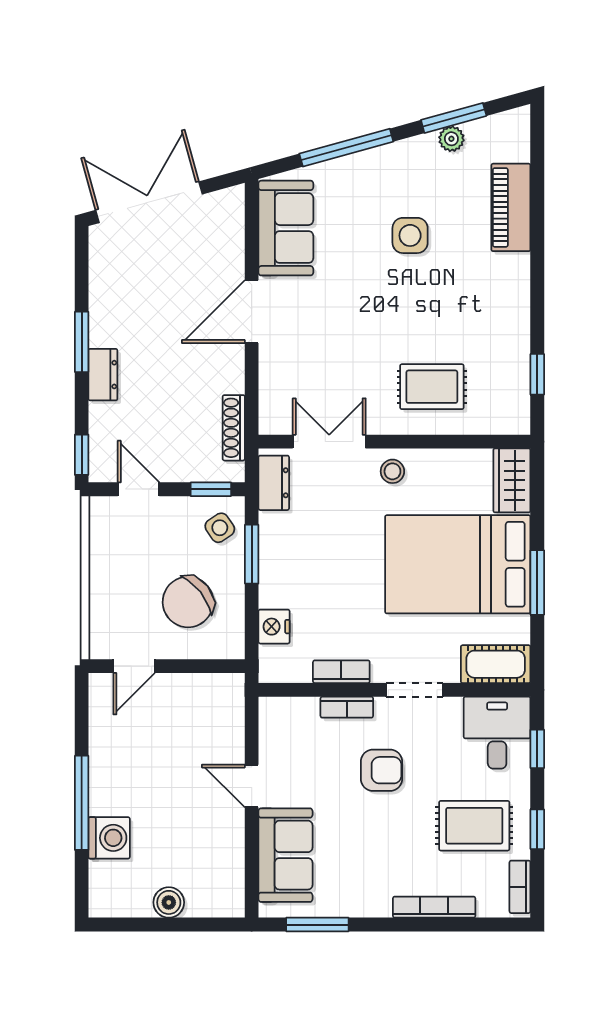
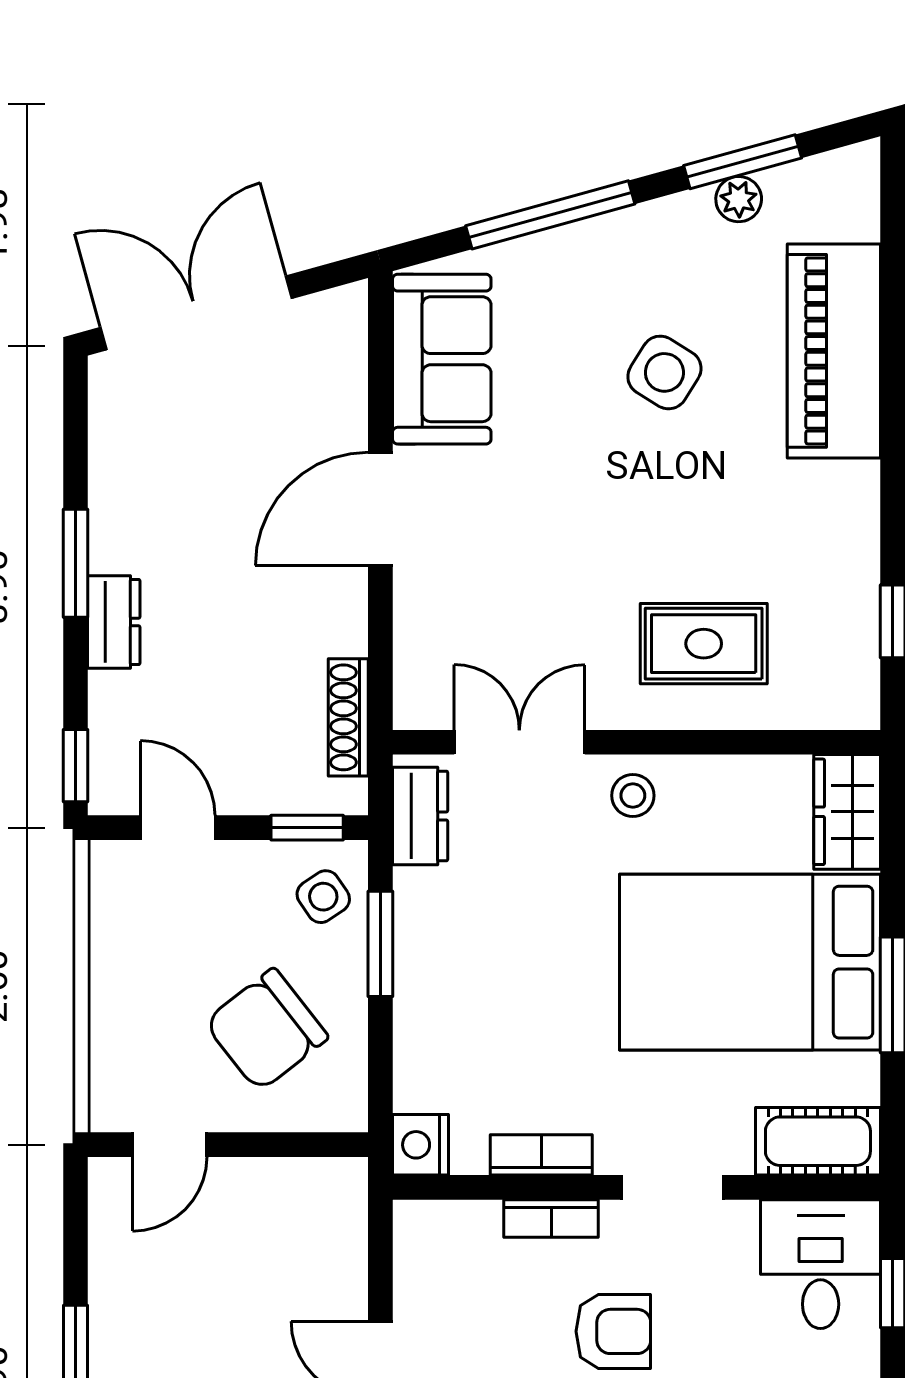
piano: (511, 207) -> (834, 351), width x1.37, depth x1.33
side table: (410, 235) -> (664, 372), turned 32
nightstand: (274, 627) -> (421, 1145), moved

